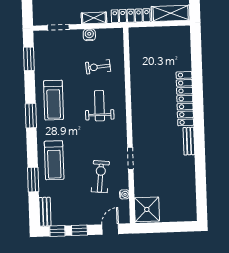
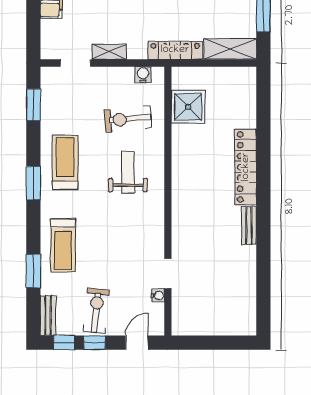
shelving: (94, 18) -> (109, 52), moved
water cooler: (89, 35) -> (143, 75), moved
exercise bike: (98, 67) -> (128, 119), width x1.38, depth x1.39
treadmill: (54, 100) -> (65, 163), turned 180
doorway: (130, 158) -> (168, 274), moved
exercise bike: (100, 177) -> (96, 311), moved
shower: (147, 209) -> (188, 107), moved

